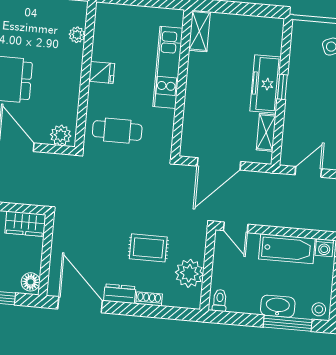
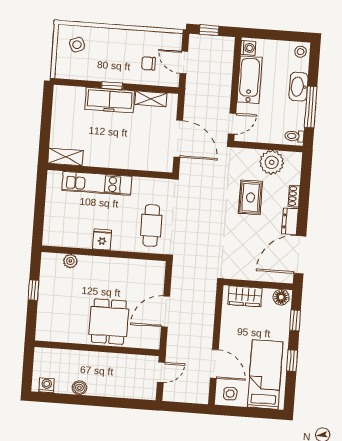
chair: (308, 130) -> (148, 63), added
plant: (61, 135) -> (156, 274), removed
wardrobe: (25, 224) -> (245, 296), moved, turned 90
window: (288, 323) -> (311, 107), moved

